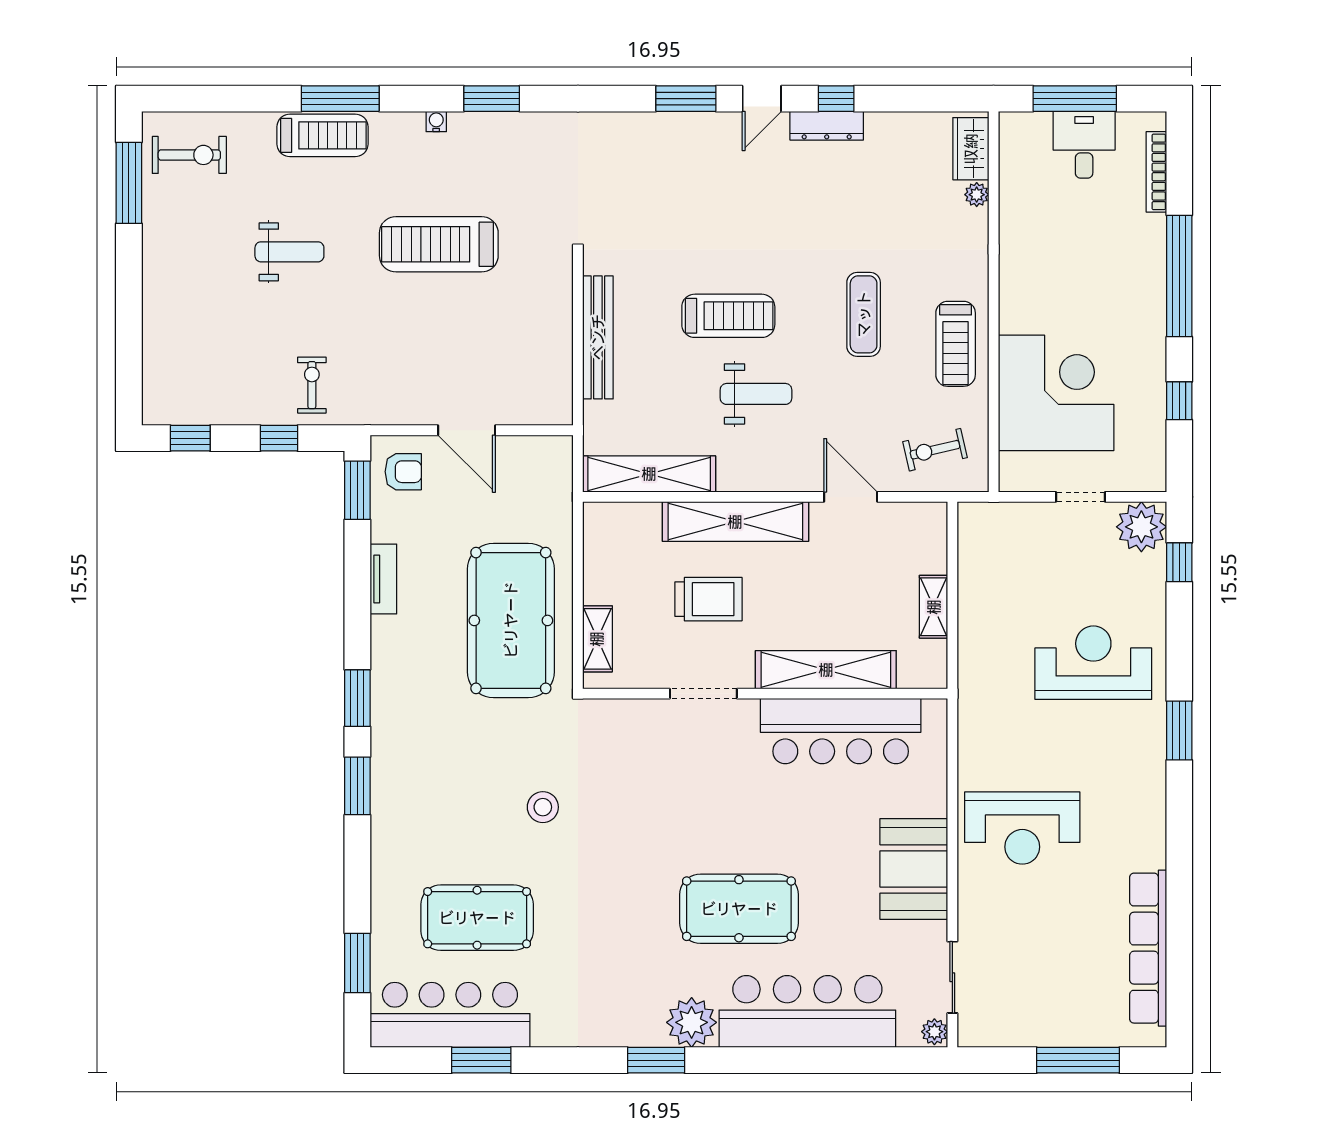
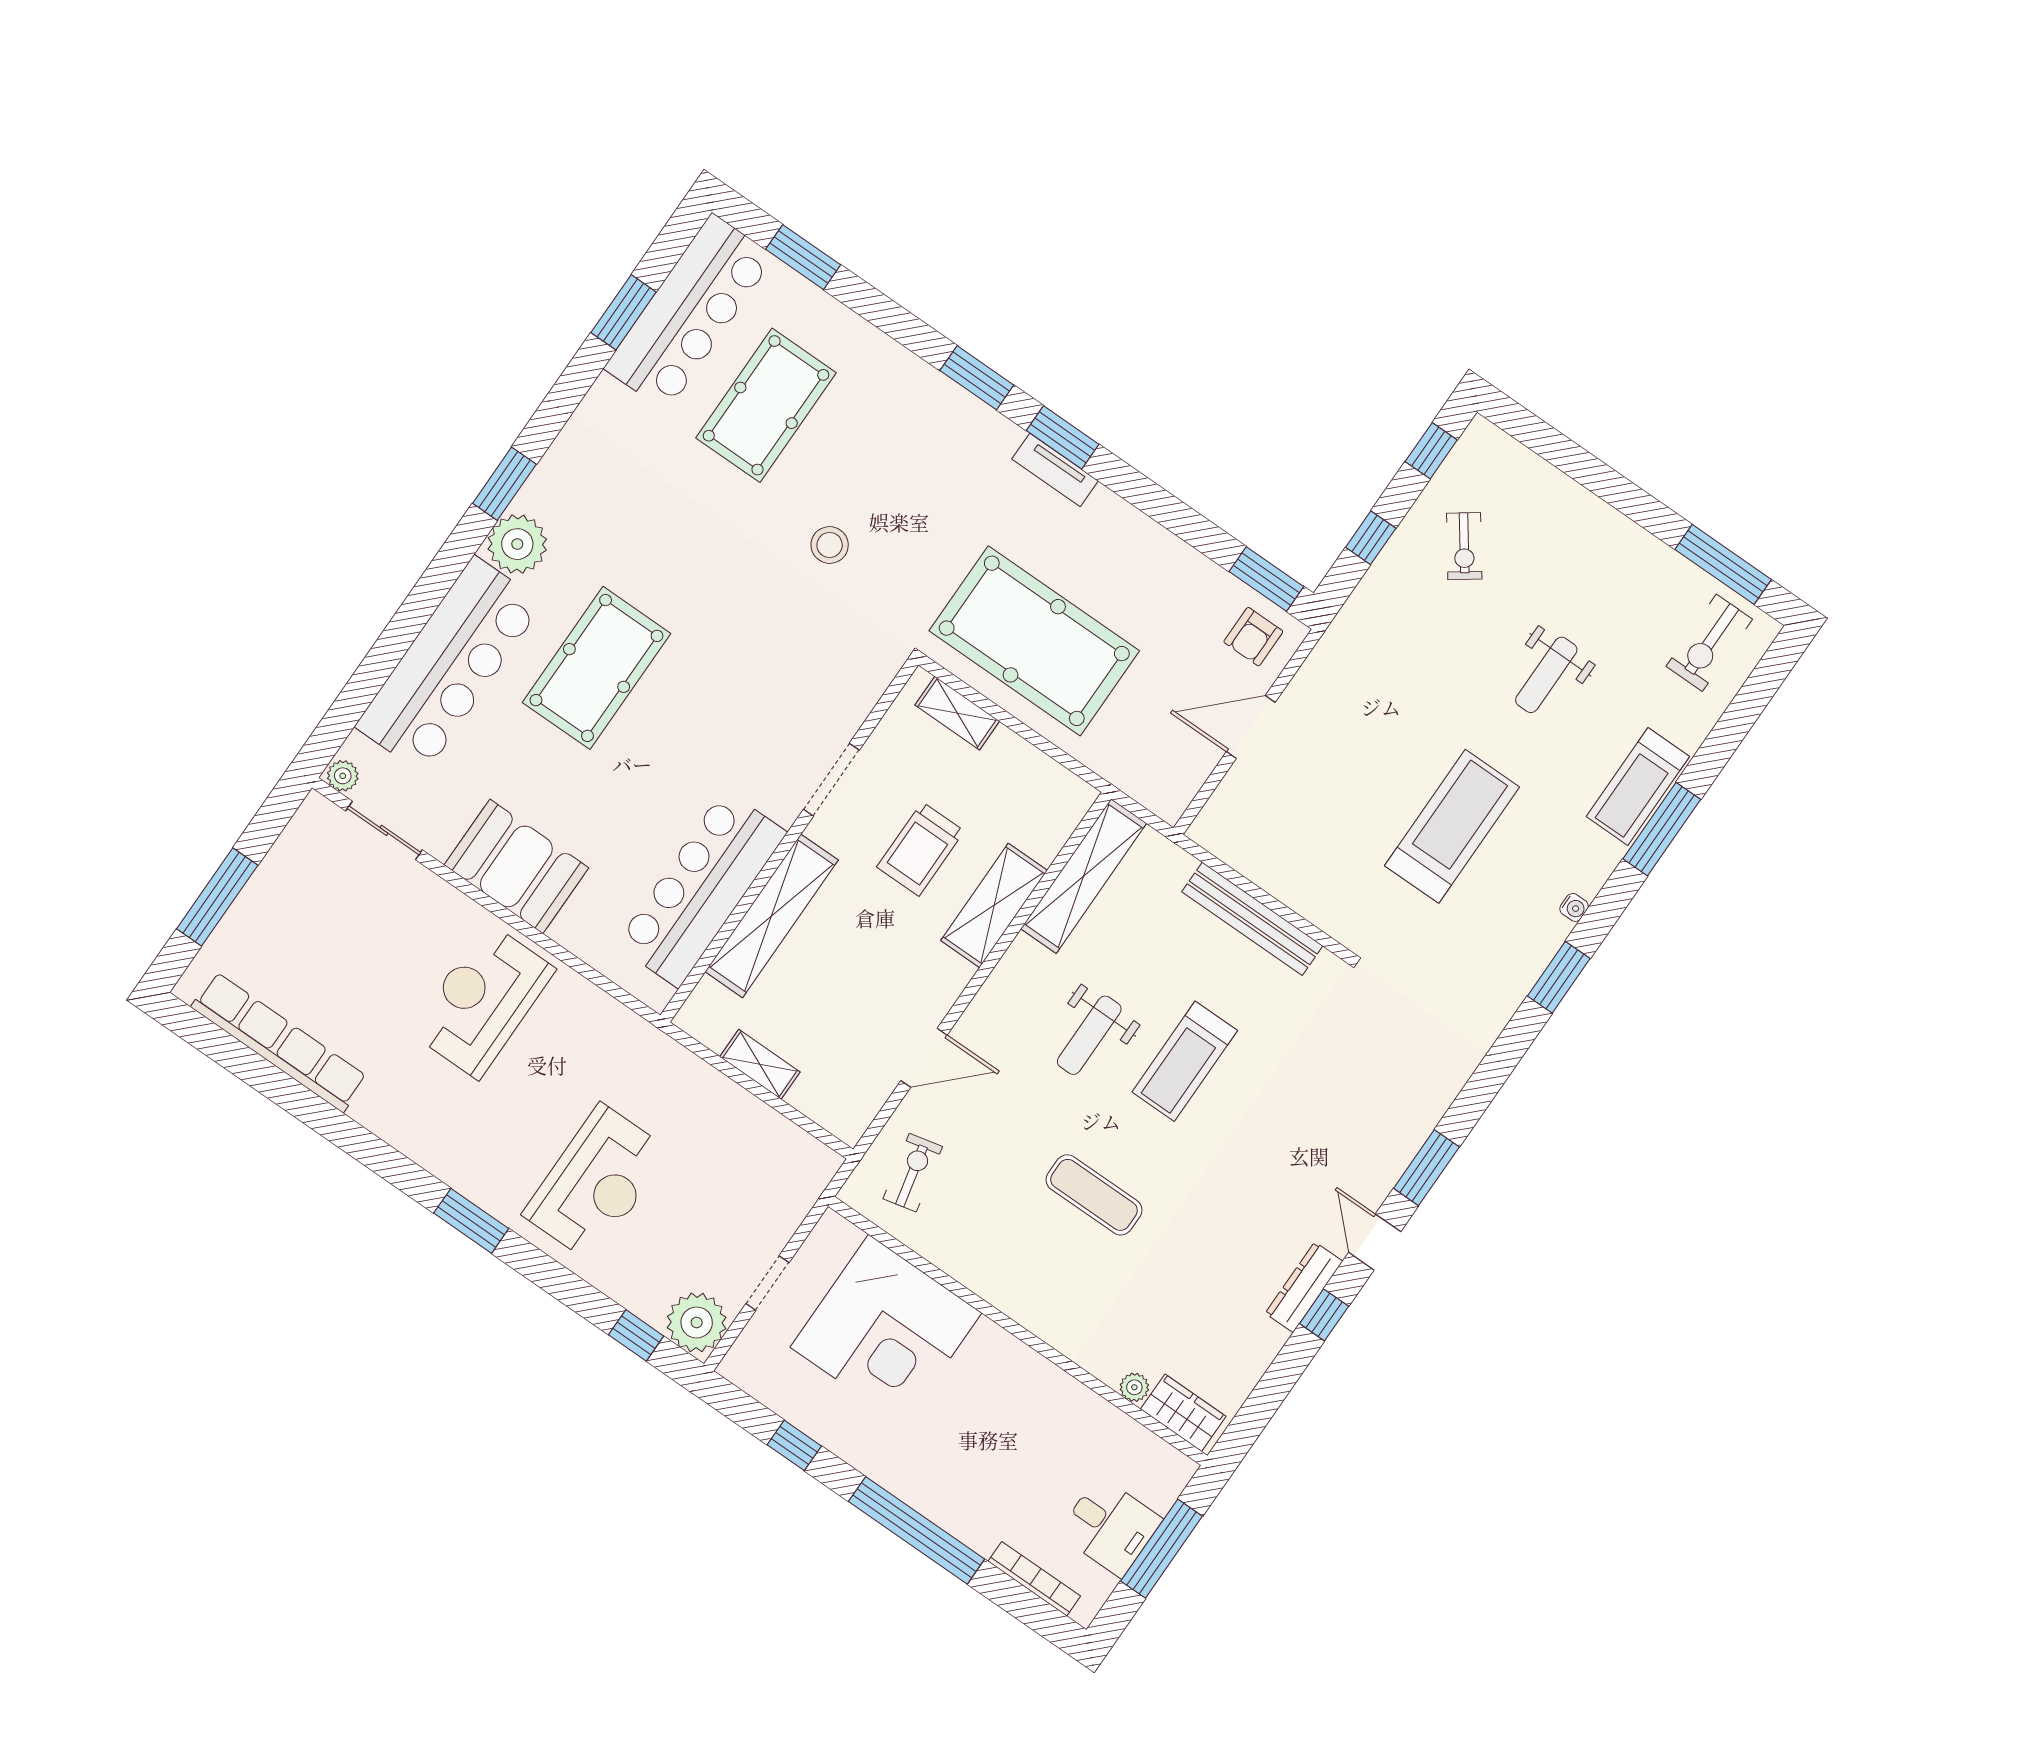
treadmill: (956, 344) -> (1002, 1265), removed
exercise bike: (312, 385) -> (1464, 546), moved, turned 54
shelving: (735, 522) -> (994, 905), width x0.68
tv unit: (383, 579) -> (1055, 470), moved

